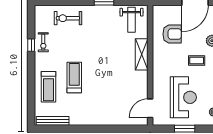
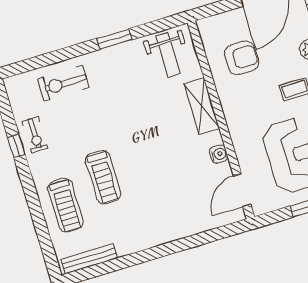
treadmill: (74, 77) -> (103, 177), turned 180
water cooler: (143, 84) -> (219, 154), added

